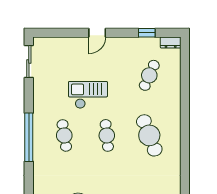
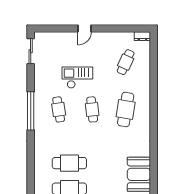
window: (147, 33) -> (124, 29), removed
cafe table: (149, 135) -> (126, 109), turned 30

